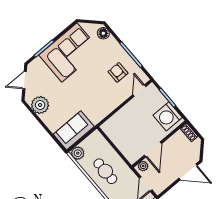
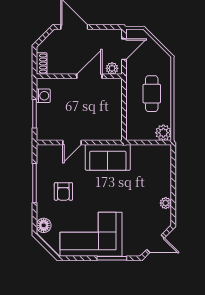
armchair: (118, 72) -> (63, 191), moved
door: (139, 91) -> (72, 143), moved
plant: (40, 105) -> (166, 203), width x0.53, depth x0.53
washing machine: (168, 116) -> (43, 96), width x0.53, depth x0.53
sofa: (74, 130) -> (108, 157), moved

